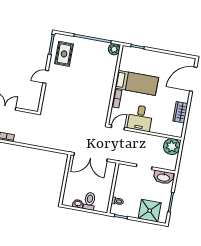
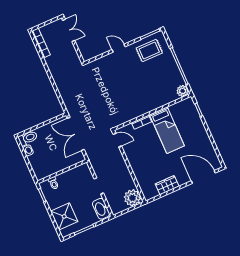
desk: (140, 118) -> (139, 154), removed
toilet: (90, 201) -> (28, 138), moved

